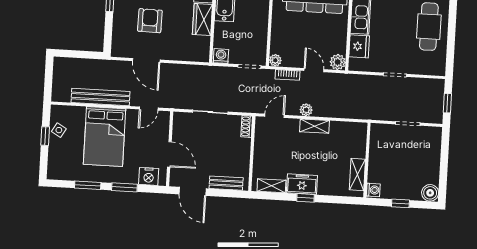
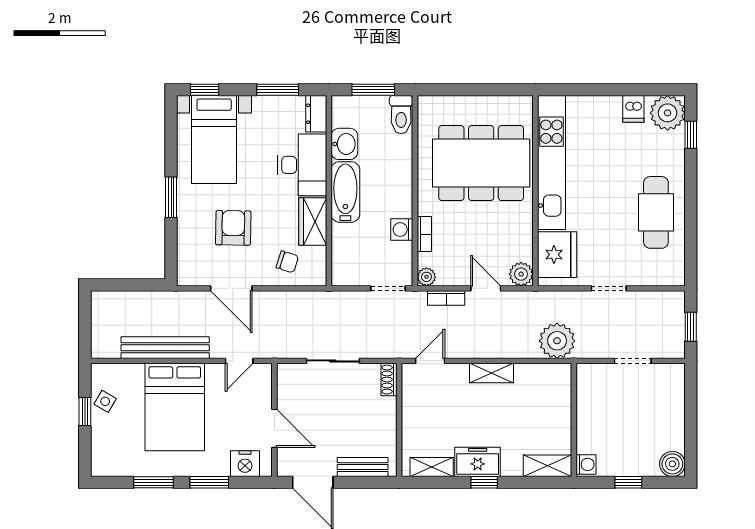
bookcase: (275, 32) -> (424, 234), added
chair: (184, 45) -> (287, 262), added
fridge: (359, 46) -> (557, 255), width x1.36, depth x1.34
washing machine: (221, 56) -> (402, 230), moved, turned -90
plant: (306, 110) -> (557, 341), moved, width x1.87, depth x1.87
shelving: (357, 175) -> (547, 466), moved, turned 90

